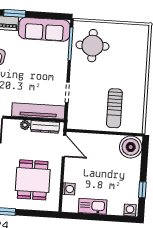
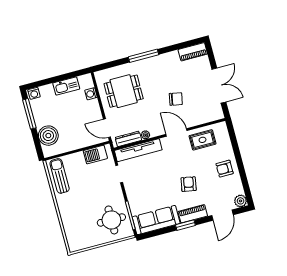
sun lounger: (114, 108) -> (60, 176), moved
barbecue: (86, 122) -> (95, 155), added
boiler: (131, 147) -> (48, 136), moved
dining table: (33, 180) -> (124, 91), turned 90
window: (142, 190) -> (29, 114), width x2.17

